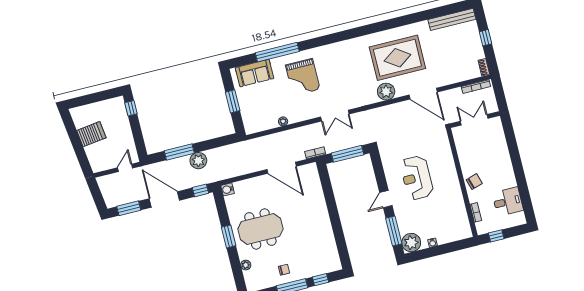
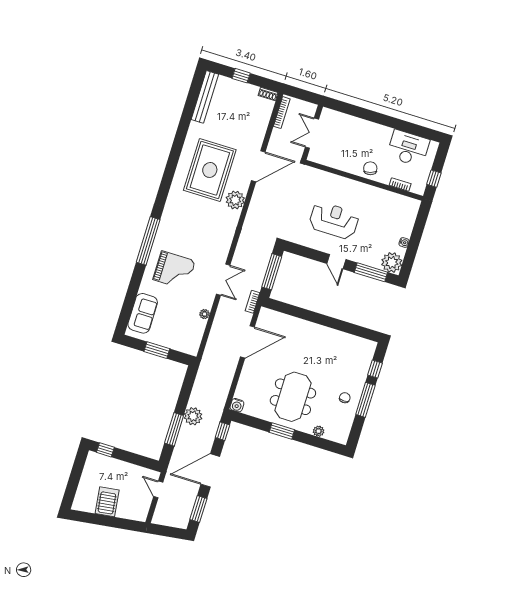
window: (277, 52) -> (148, 241), moved
double door: (335, 116) -> (223, 280), moved
reception desk: (417, 178) -> (334, 220), turned 180
desk: (508, 202) -> (408, 148), width x1.37

